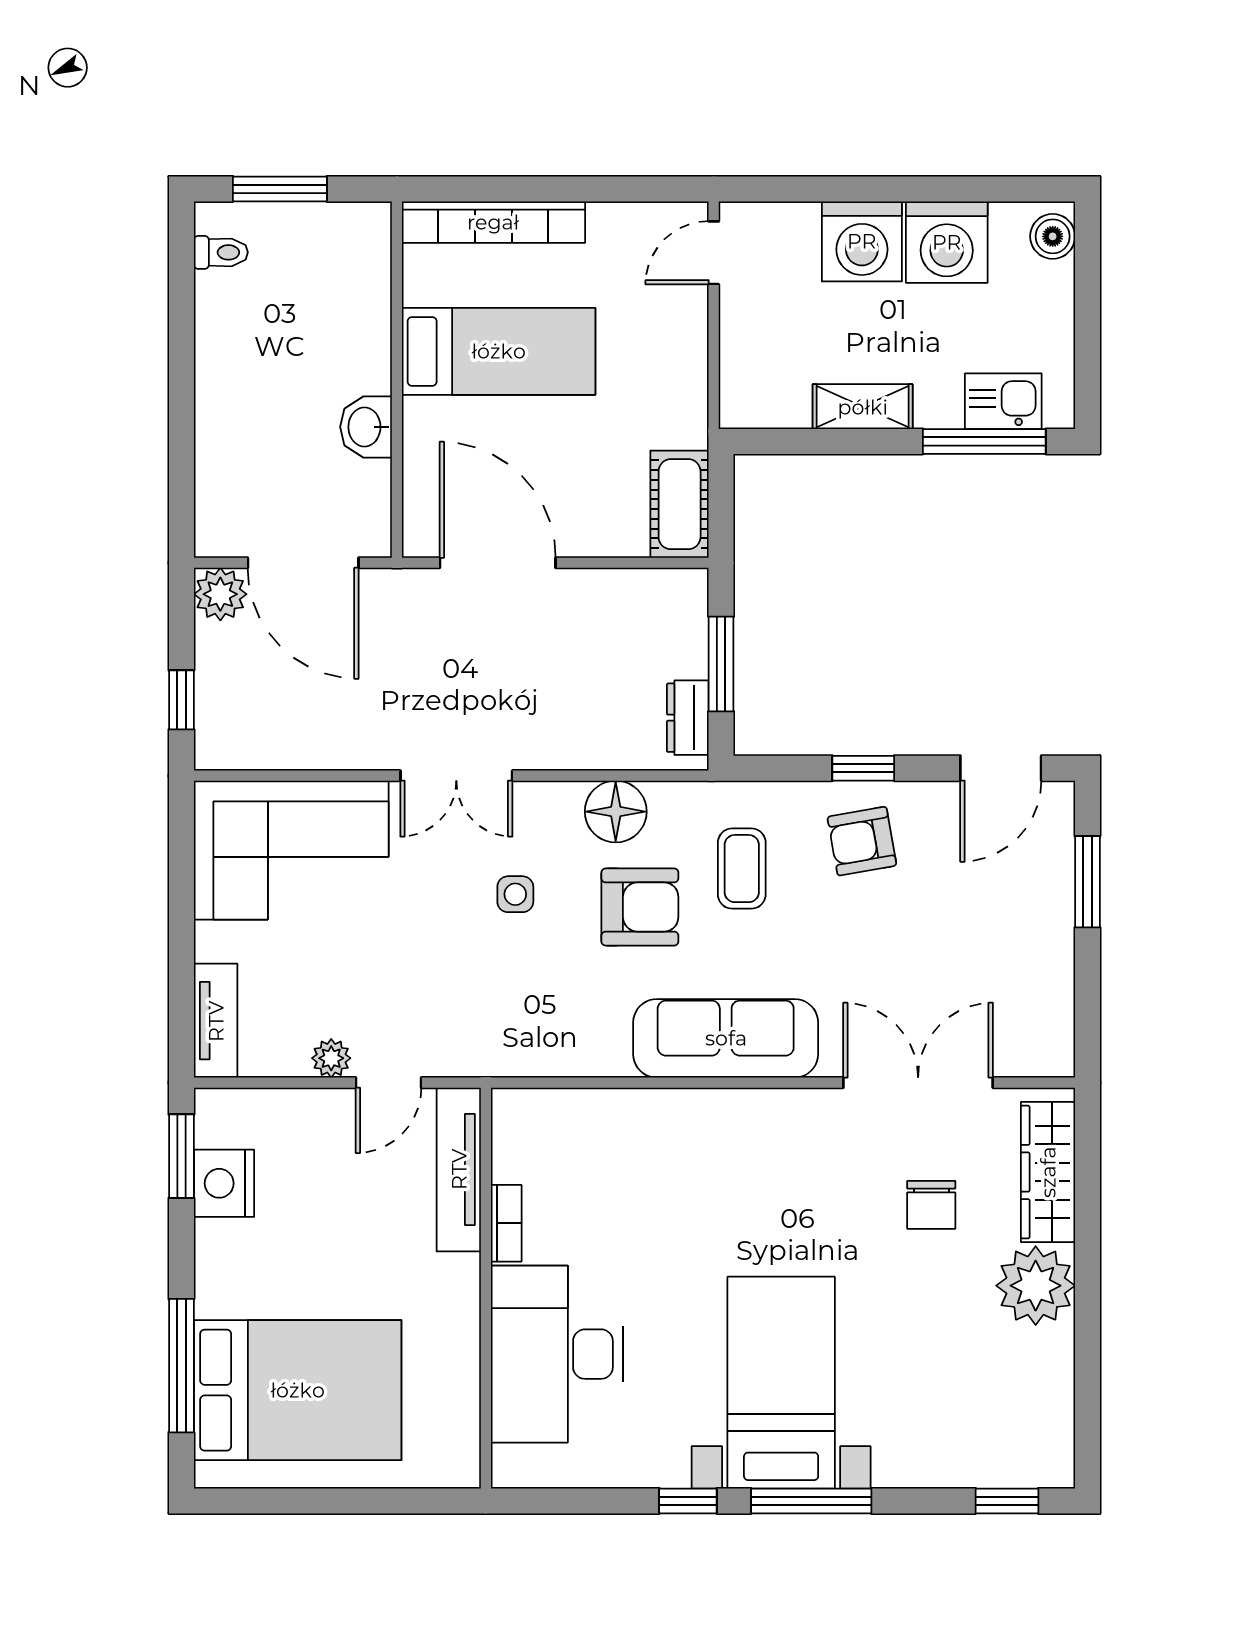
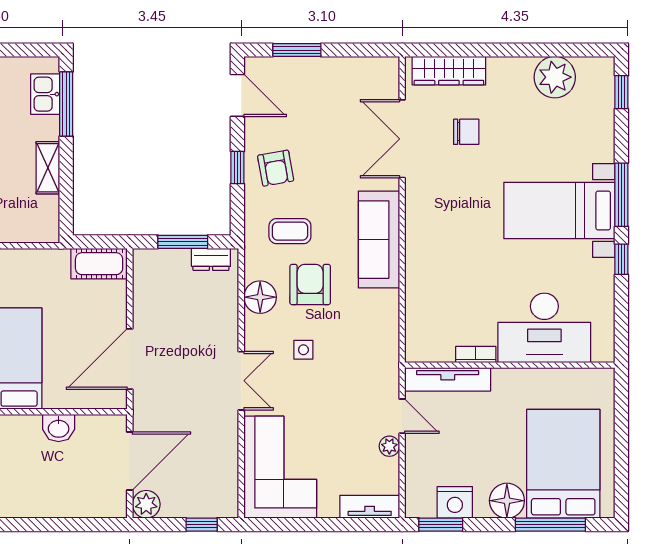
floor lamp: (227, 1283) -> (507, 501), added
plant: (1036, 1286) -> (555, 77), moved

